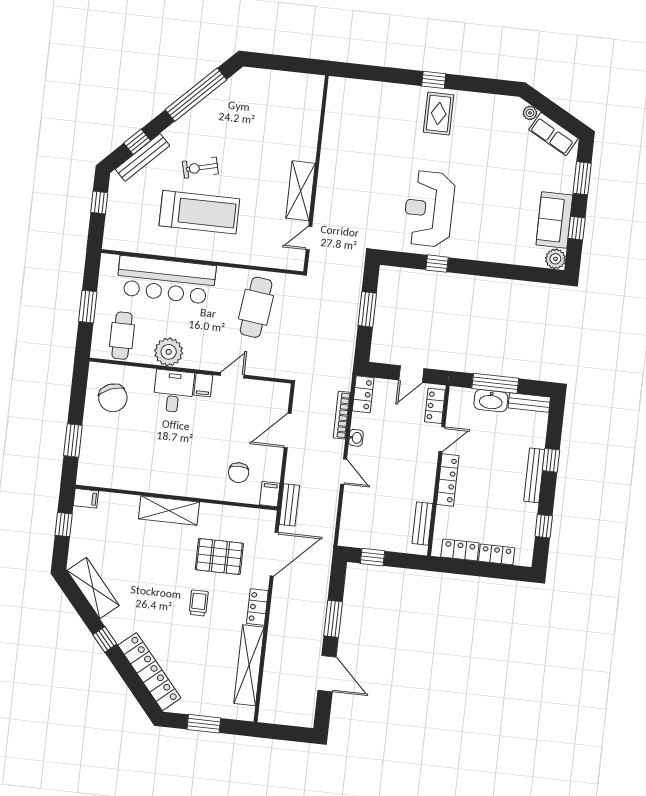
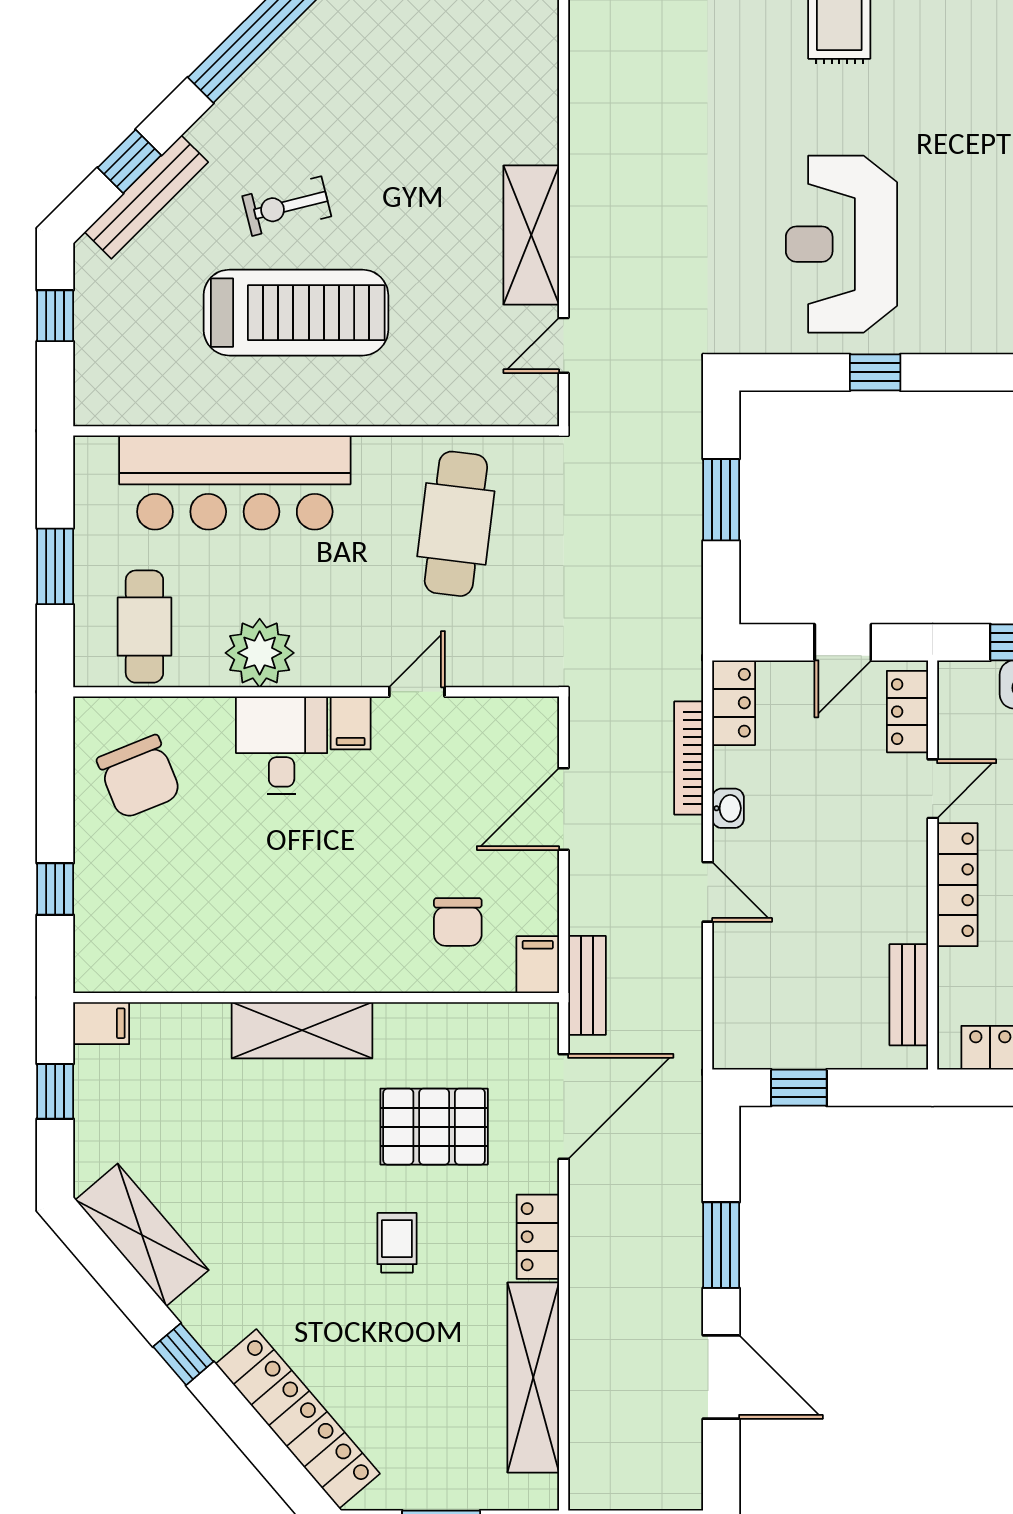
window: (73, 441) -> (55, 889), width x0.67

